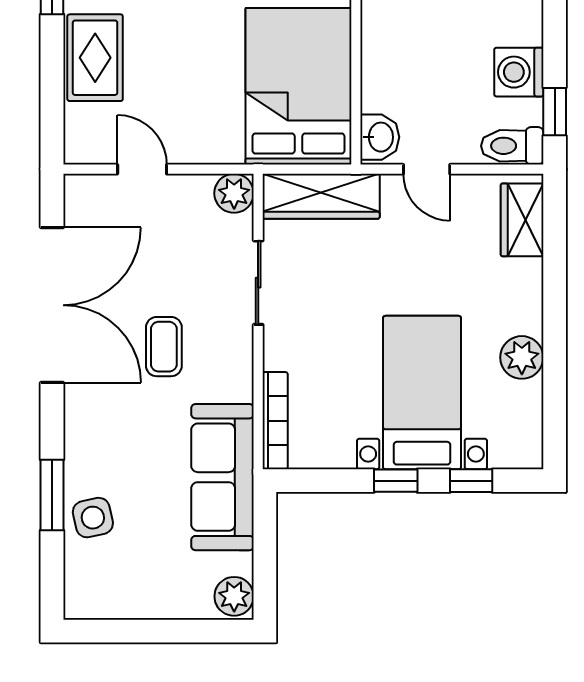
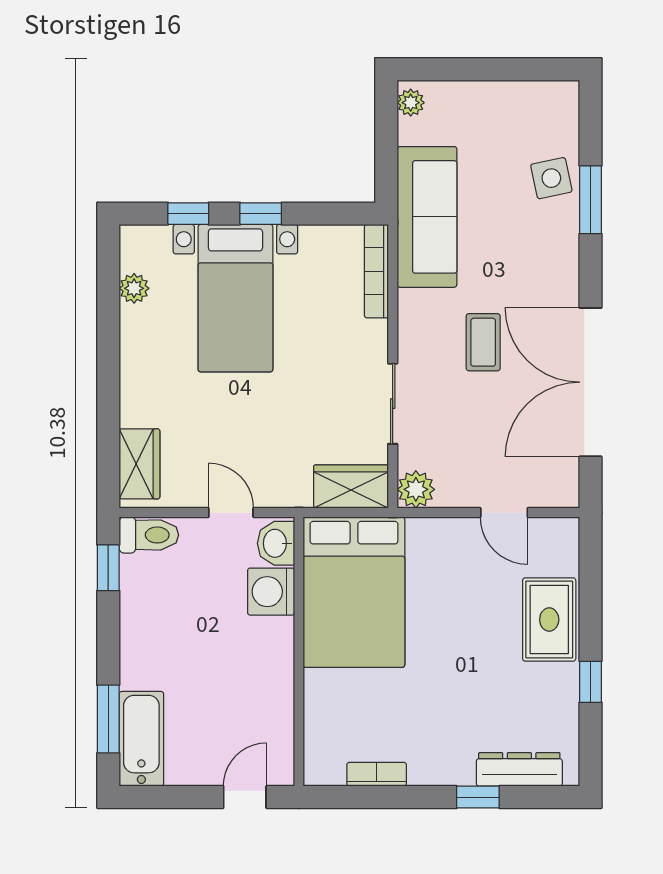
washing machine: (519, 72) -> (271, 592), moved, turned 180
wardrobe: (321, 196) -> (351, 487), width x0.67
plant: (522, 357) -> (134, 288), moved, width x0.73, depth x0.73
plant: (234, 596) -> (411, 103), width x0.73, depth x0.73

